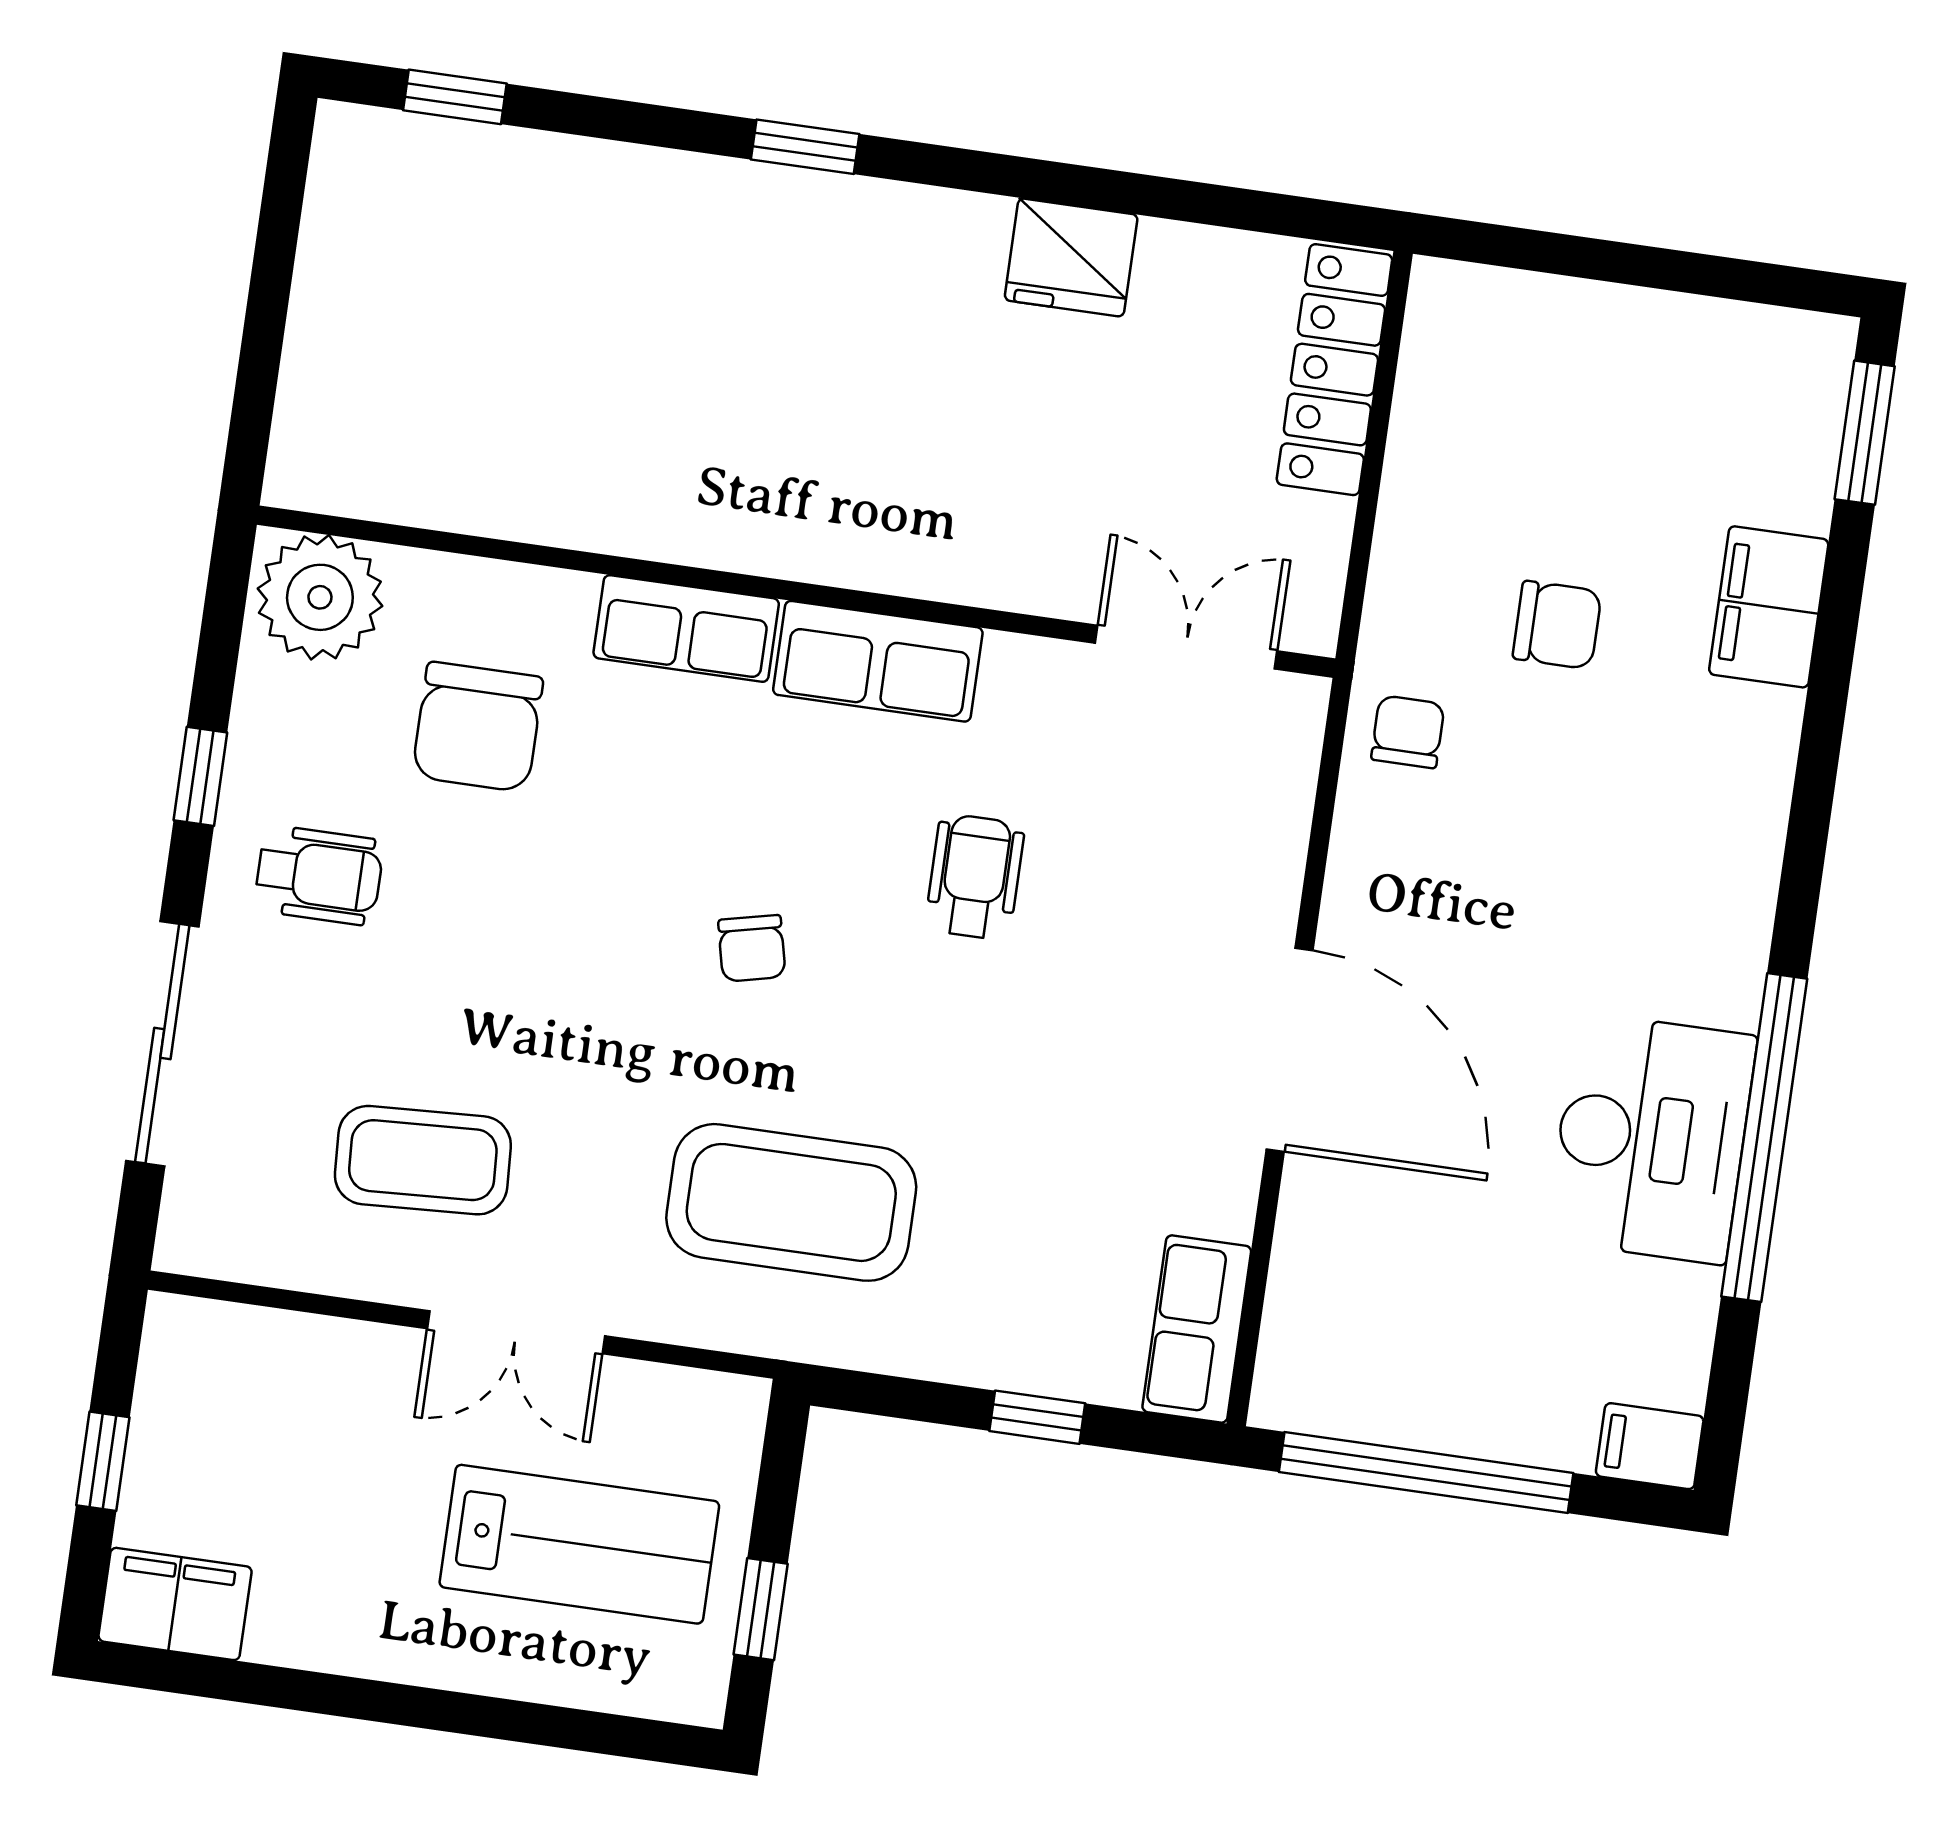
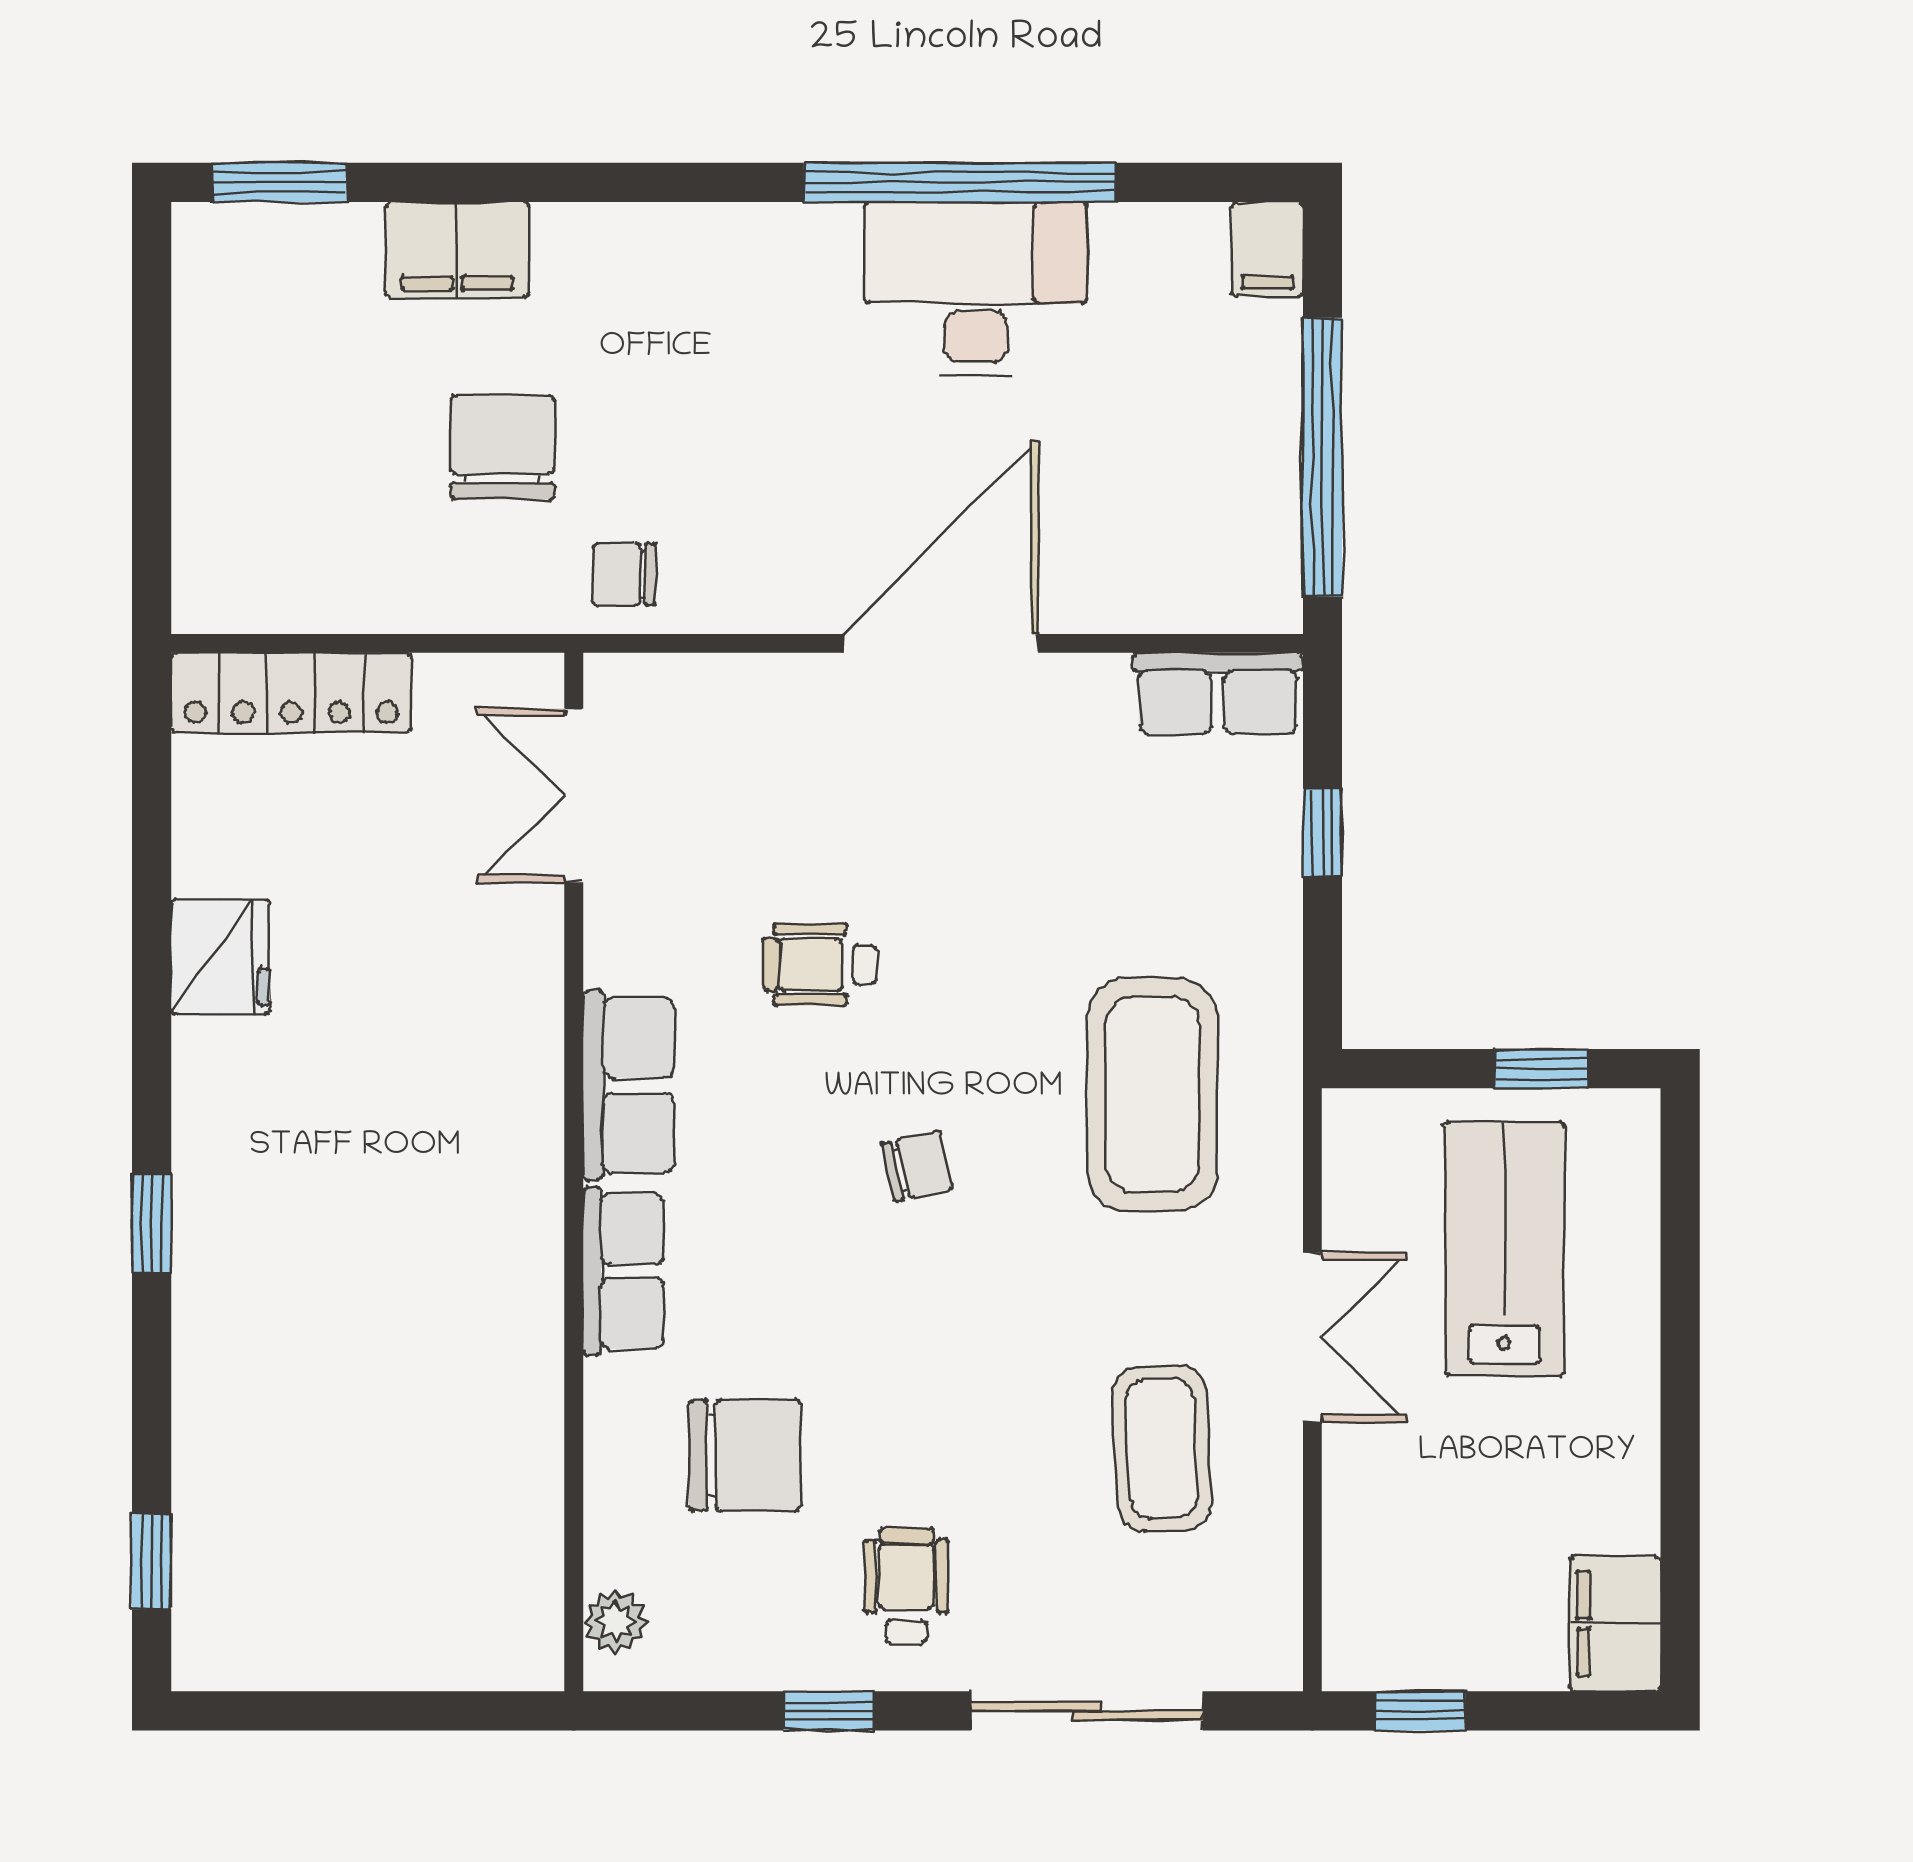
plant: (320, 597) -> (615, 1622), width x0.53, depth x0.53
chair: (1557, 625) -> (503, 447), width x1.37, depth x1.37
window: (103, 1461) -> (1420, 1711), moved

